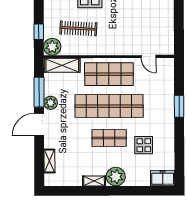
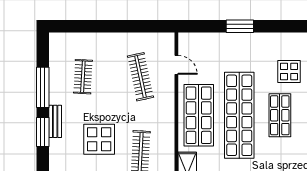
clothes rail: (139, 28) -> (140, 77), added
door: (149, 56) -> (176, 65), hinge flipped

